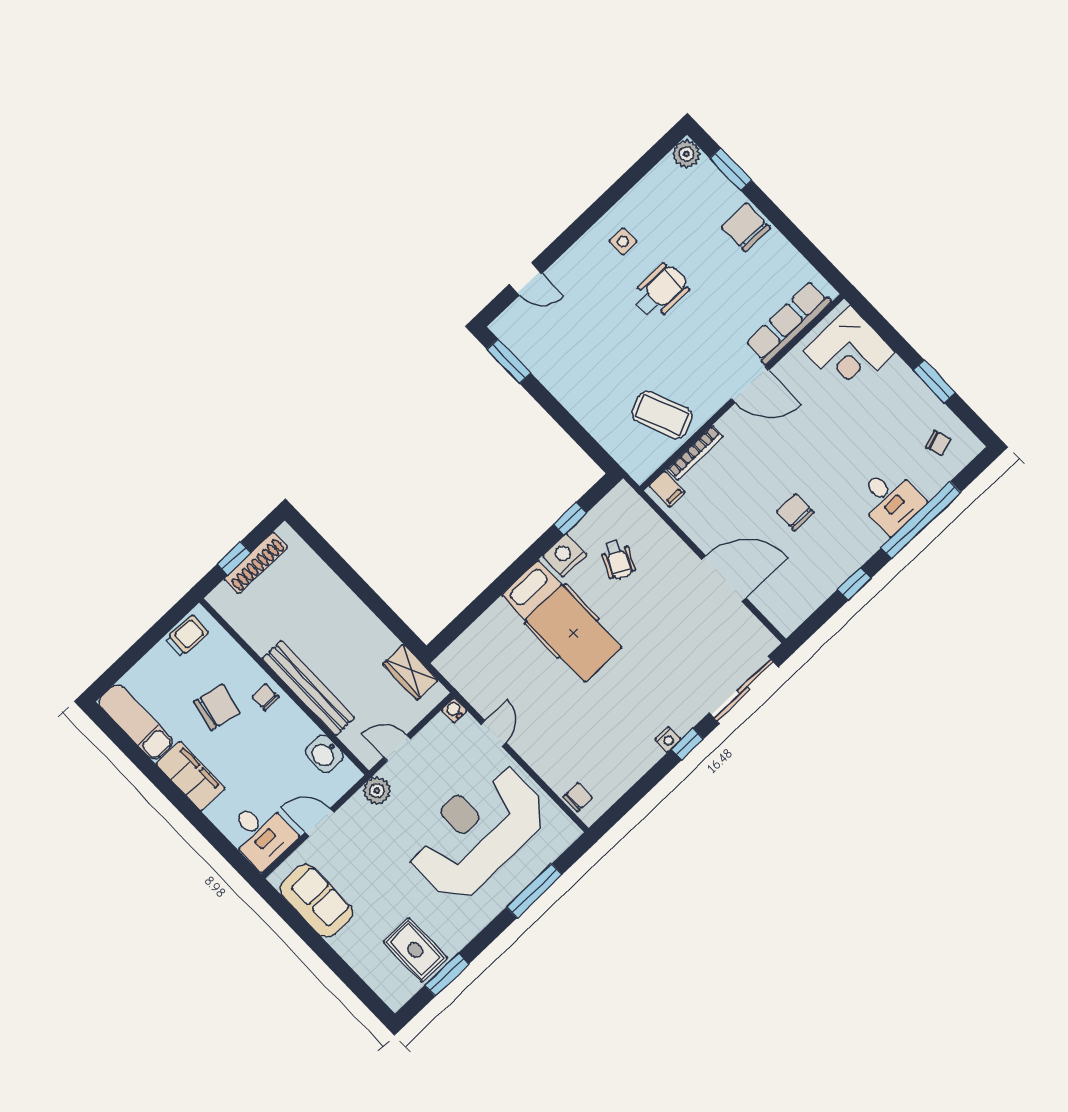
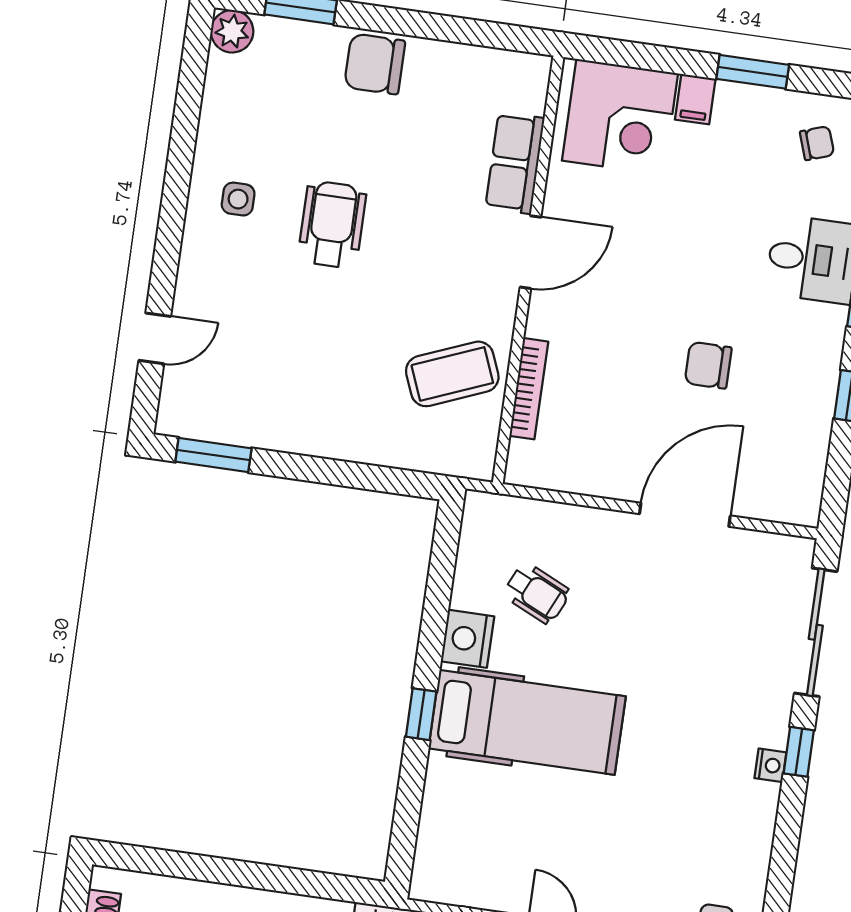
row of seats: (788, 323) -> (515, 163), width x0.68
filing cabinet: (667, 489) -> (695, 99), moved, turned 90
window: (570, 519) -> (421, 714), moved

